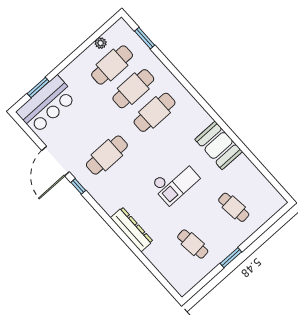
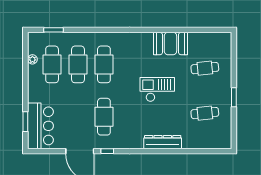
booth: (219, 145) -> (170, 44), moved
checkout: (175, 181) -> (157, 90), turned -90

